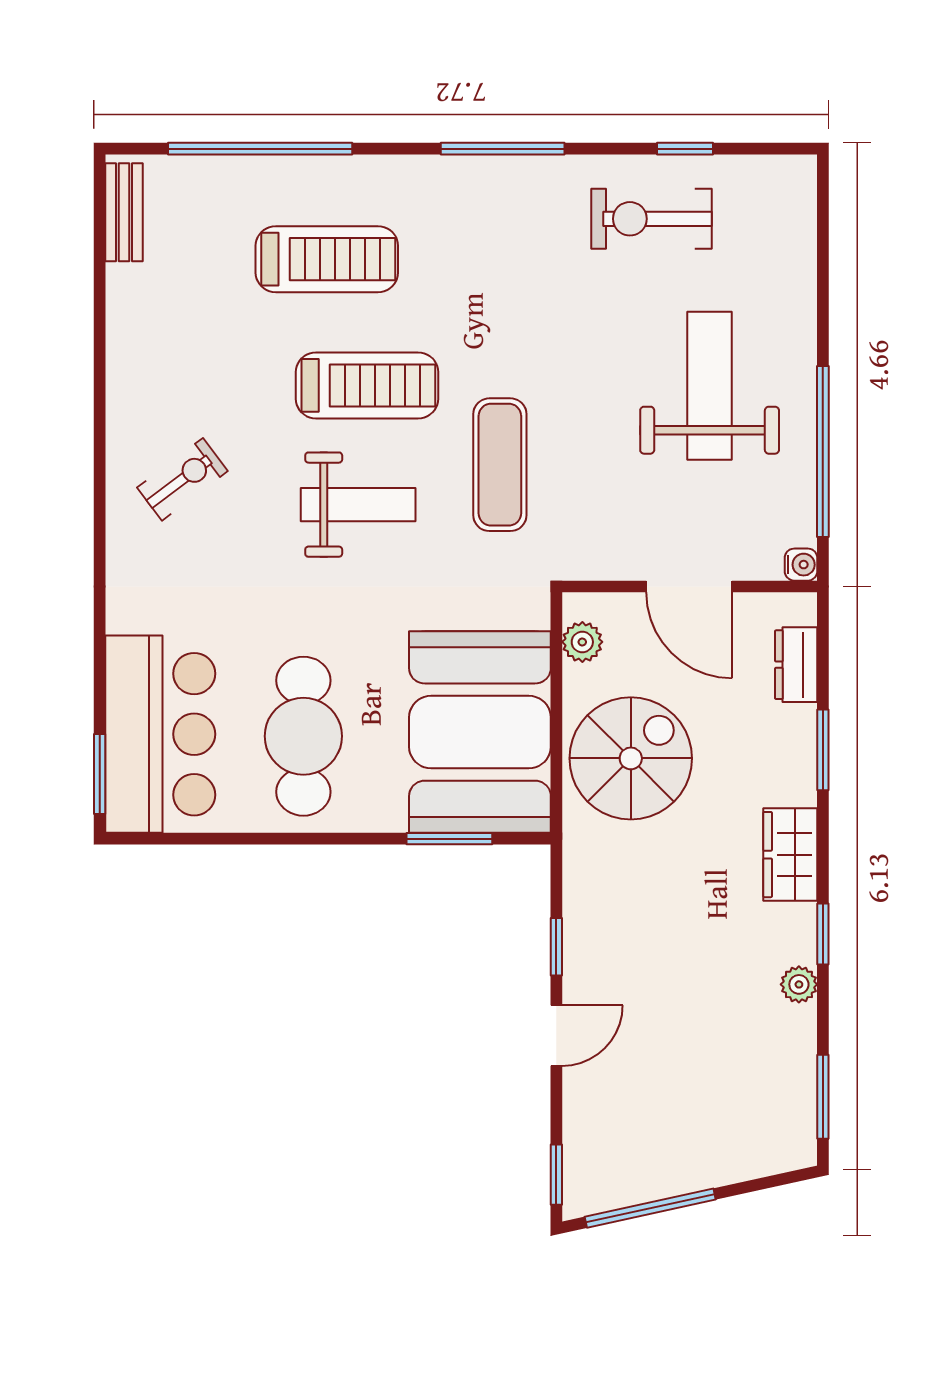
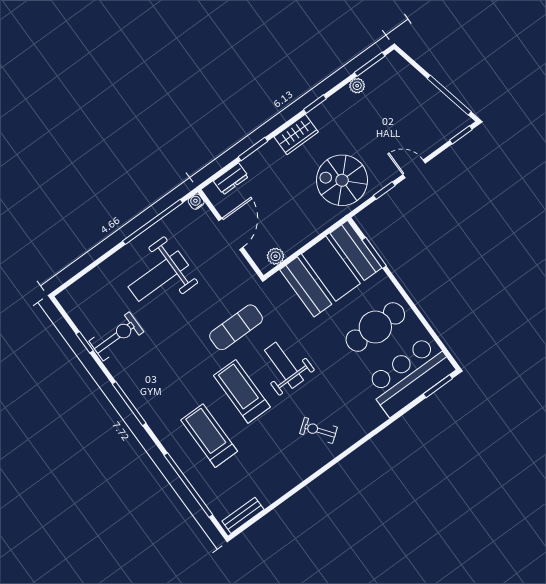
exercise bike: (652, 219) -> (116, 336), turned -90
spiral stairs: (631, 758) -> (342, 180), moved
plant: (799, 984) -> (357, 86), moved

